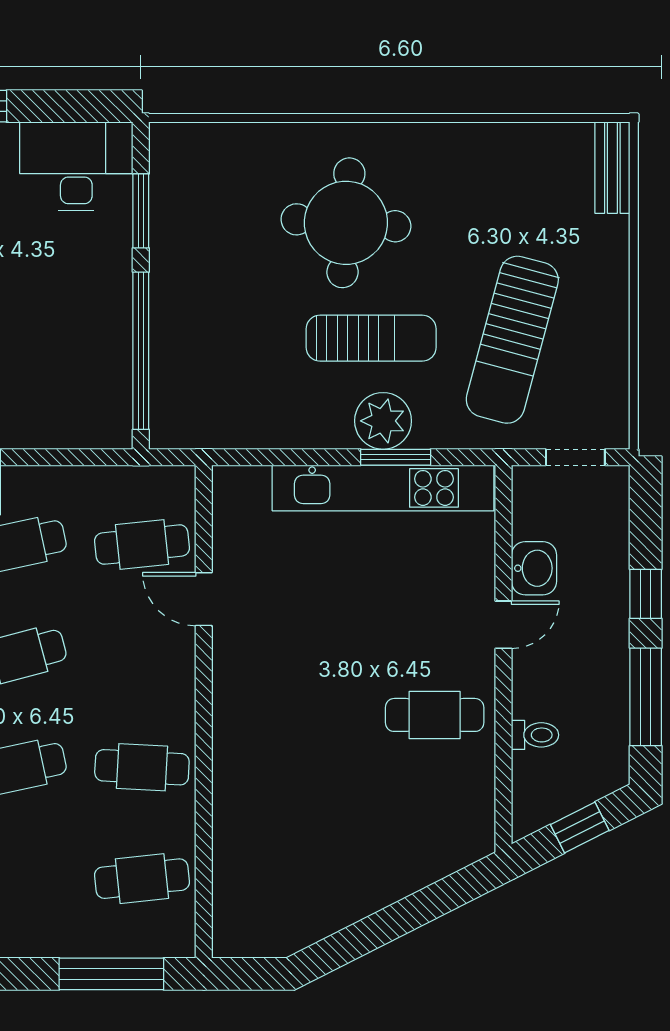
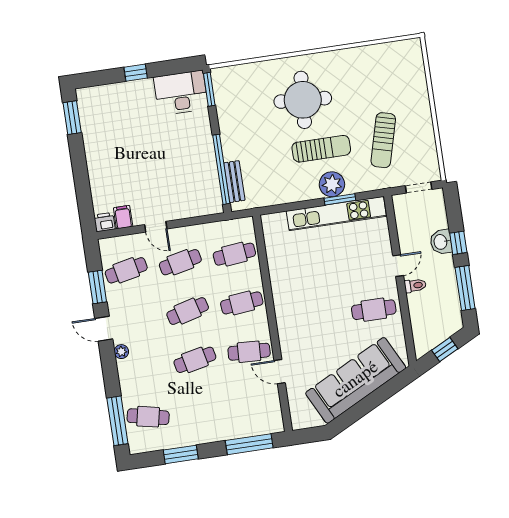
bench: (612, 168) -> (234, 182), moved
window: (141, 211) -> (209, 89), moved
sun lounger: (512, 340) -> (383, 140), width x0.73, depth x0.75
washbasin: (534, 568) -> (441, 242), moved, turned 180
door: (204, 599) -> (280, 372), moved
toilet: (535, 735) -> (415, 286), moved
sofa: (371, 867) -> (356, 380), added
cafe table: (142, 879) -> (242, 303), moved

